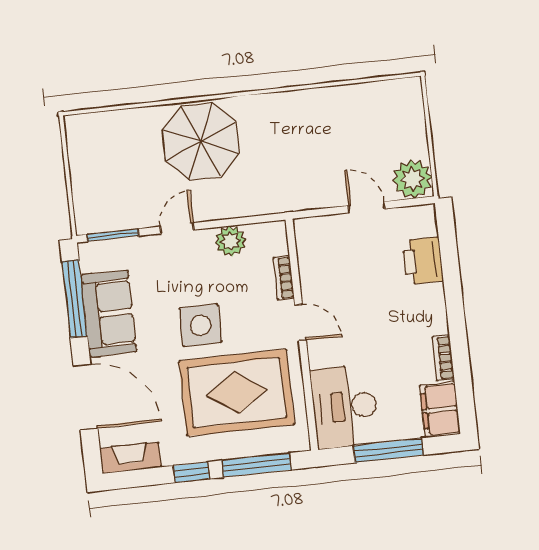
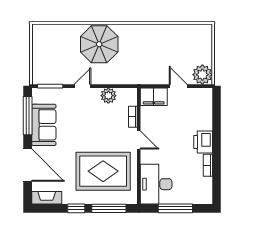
printer: (423, 261) -> (203, 142), moved
side table: (200, 325) -> (89, 136), removed
filing cabinet: (440, 410) -> (154, 97), moved, turned -90

